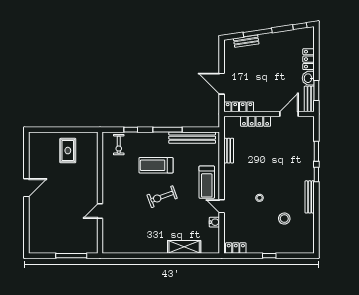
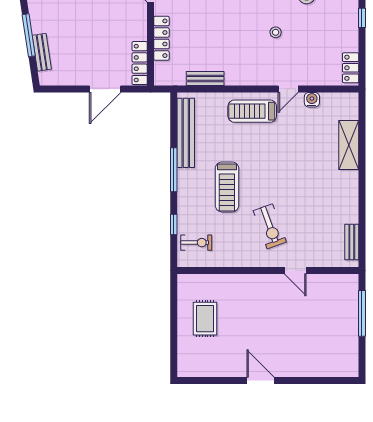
rug: (68, 151) -> (205, 319), turned 90
treadmill: (207, 182) -> (252, 111), turned 180
exercise bike: (162, 197) -> (270, 226), moved
bench: (119, 249) -> (352, 242), added

